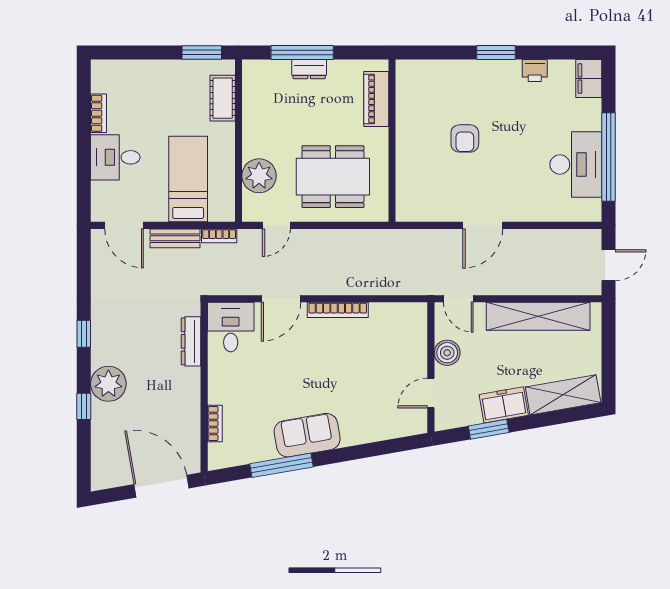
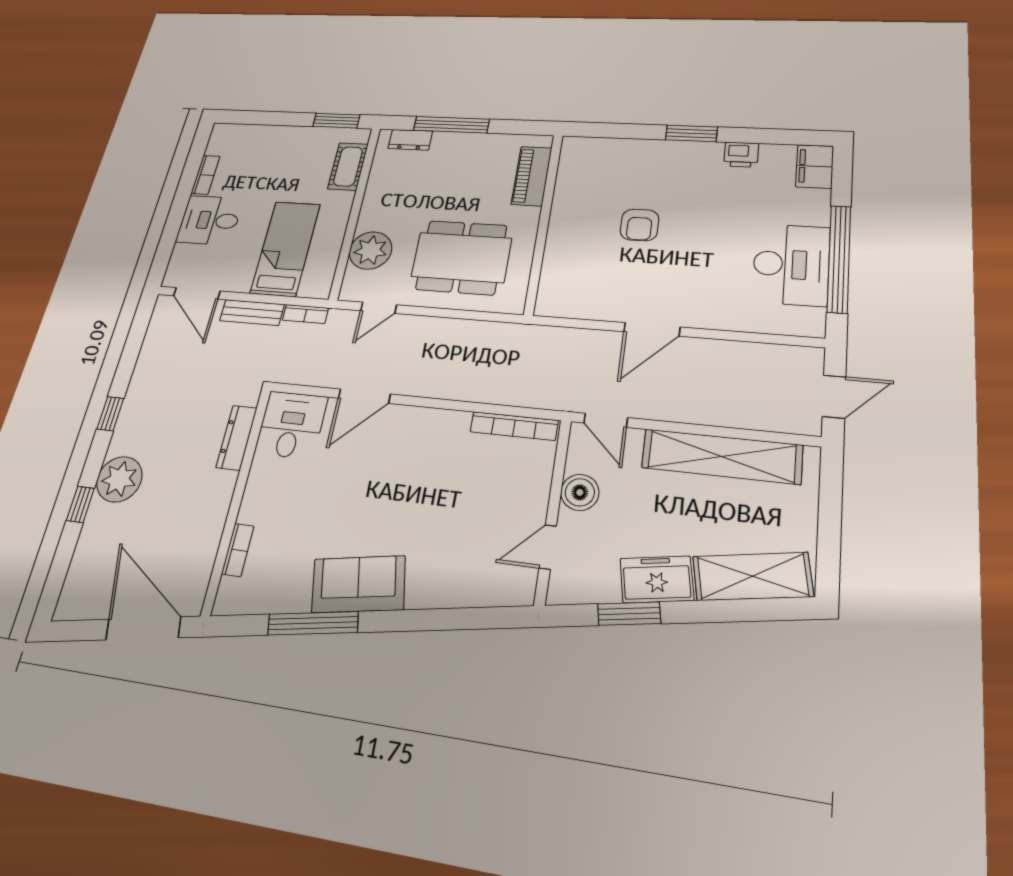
dresser: (309, 69) -> (410, 140), moved
bookcase: (338, 310) -> (514, 426), moved

